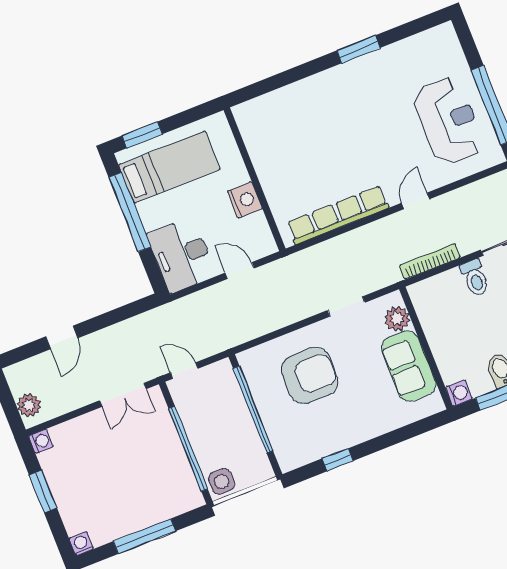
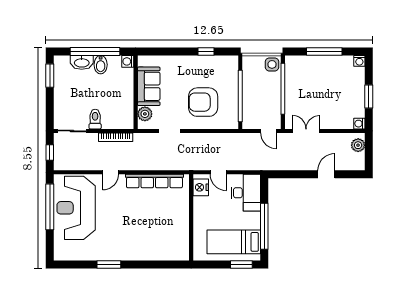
reception desk: (449, 121) -> (76, 208), width x1.36, depth x1.30
nightstand: (245, 200) -> (201, 187), moved

